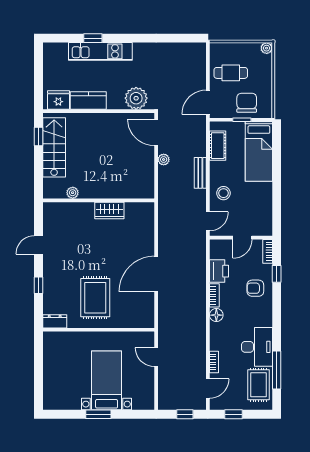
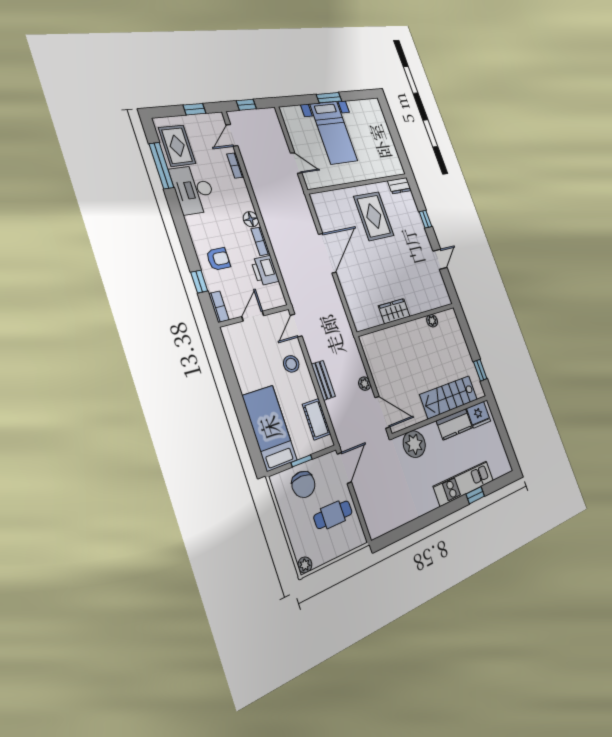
stairs: (54, 147) -> (449, 397), moved, turned 90

